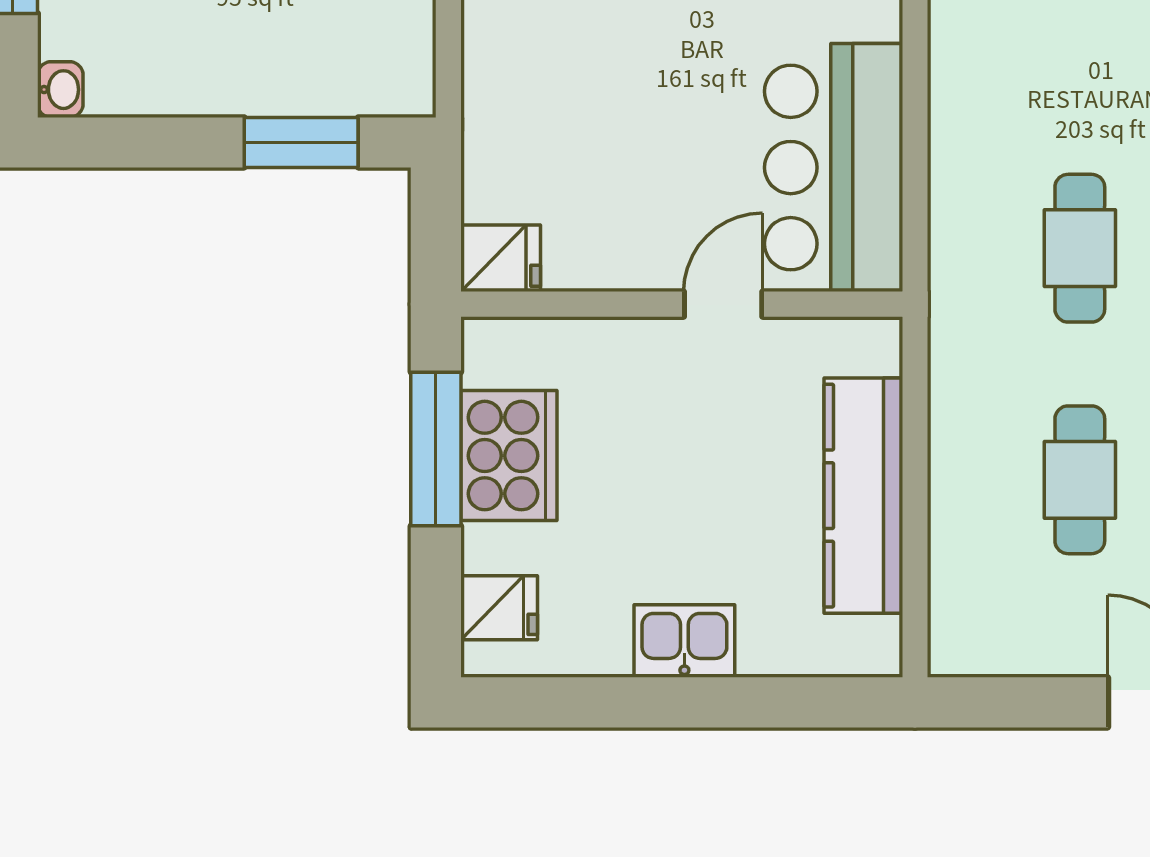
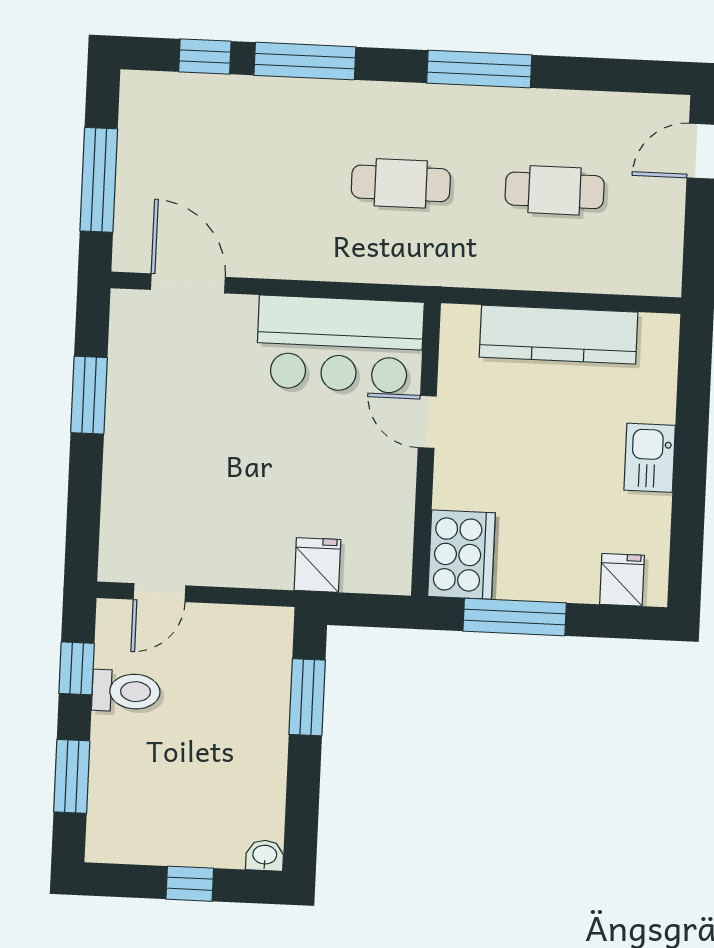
fridge: (501, 258) -> (317, 565), moved
cooker: (509, 456) -> (461, 555), moved, turned 90

